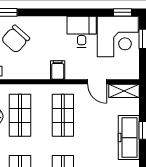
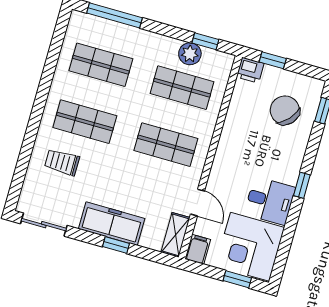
window: (123, 12) -> (302, 185), moved
filing cabinet: (58, 70) -> (198, 249), moved, turned -90
door: (97, 82) -> (198, 203), swing flipped

